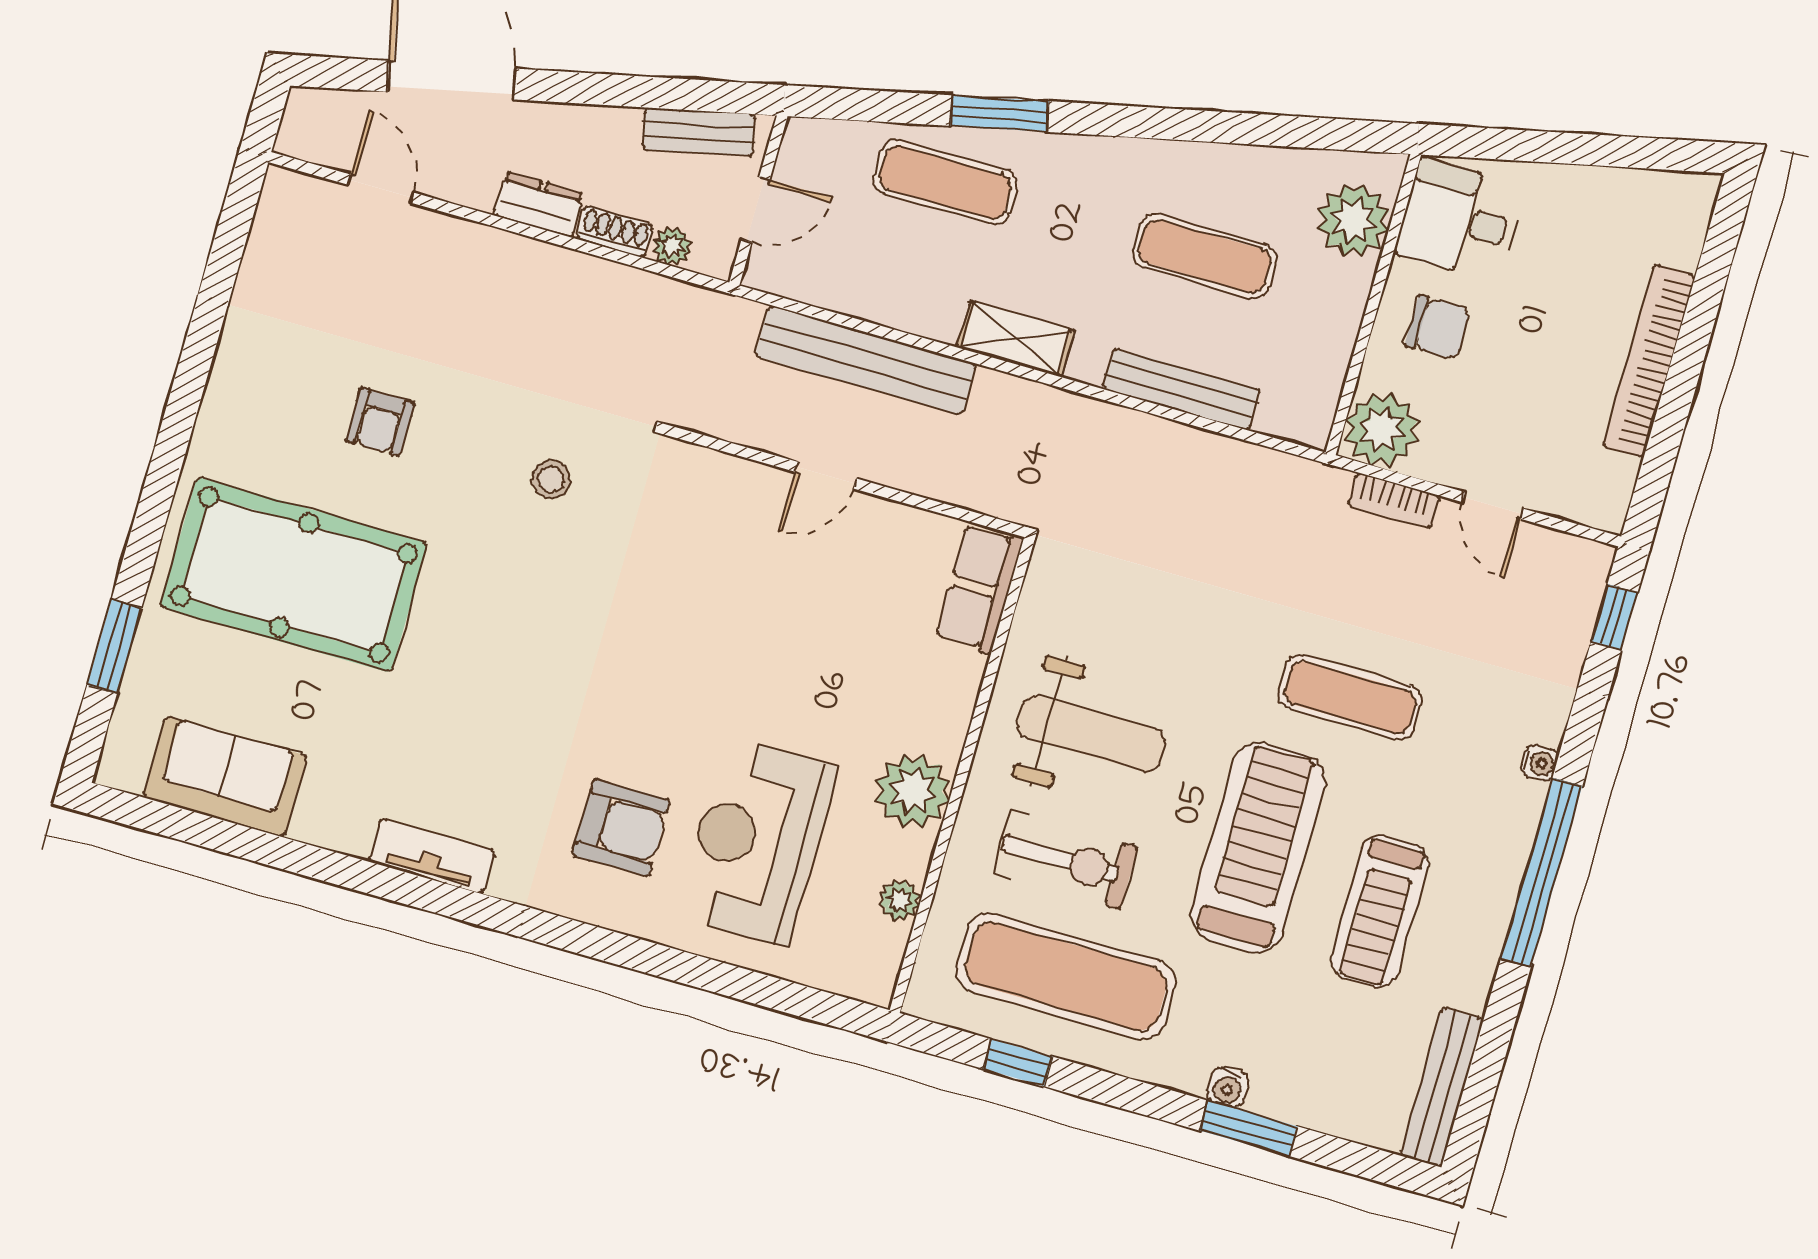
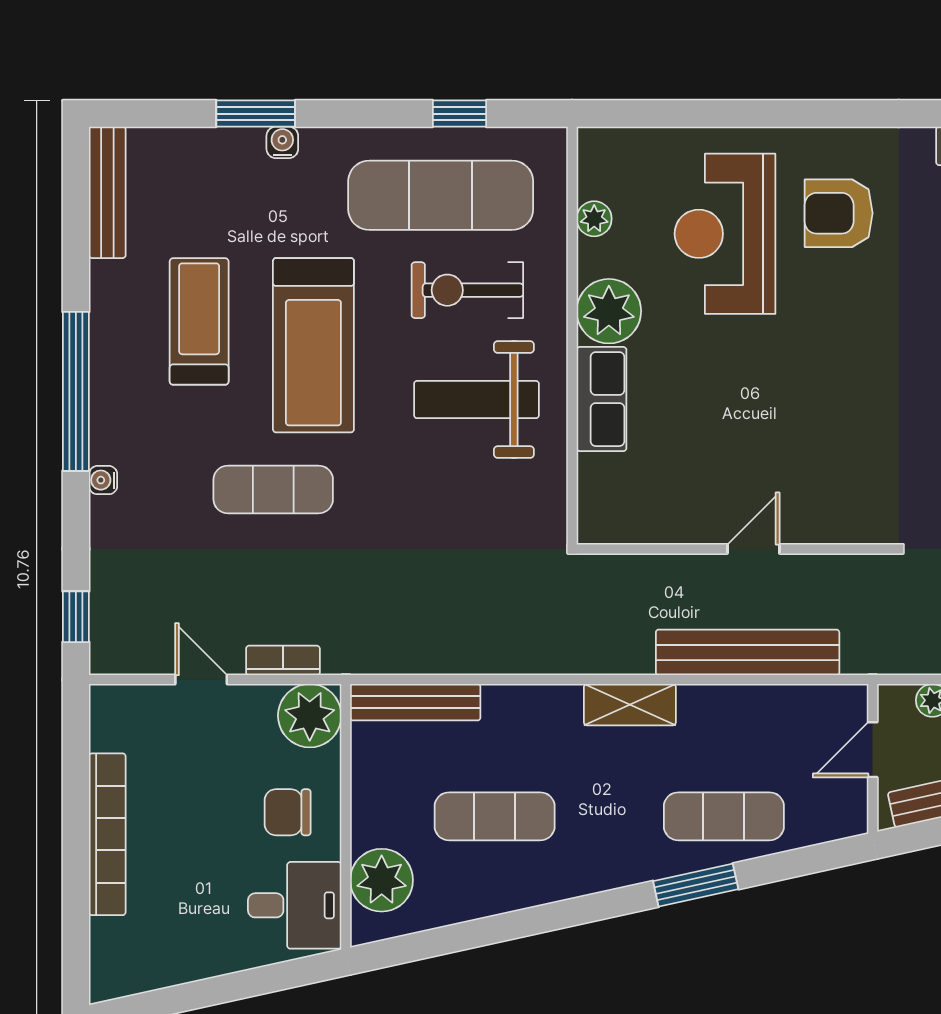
bench: (1182, 389) -> (415, 702), moved
row of seats: (979, 588) -> (602, 399), moved
reception desk: (756, 841) -> (725, 234), turned 180

